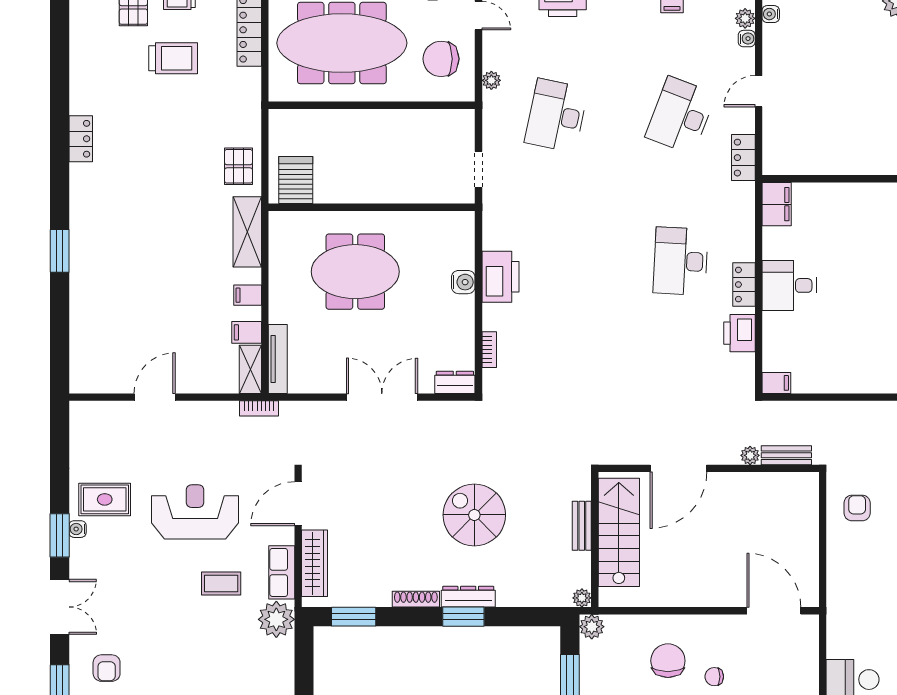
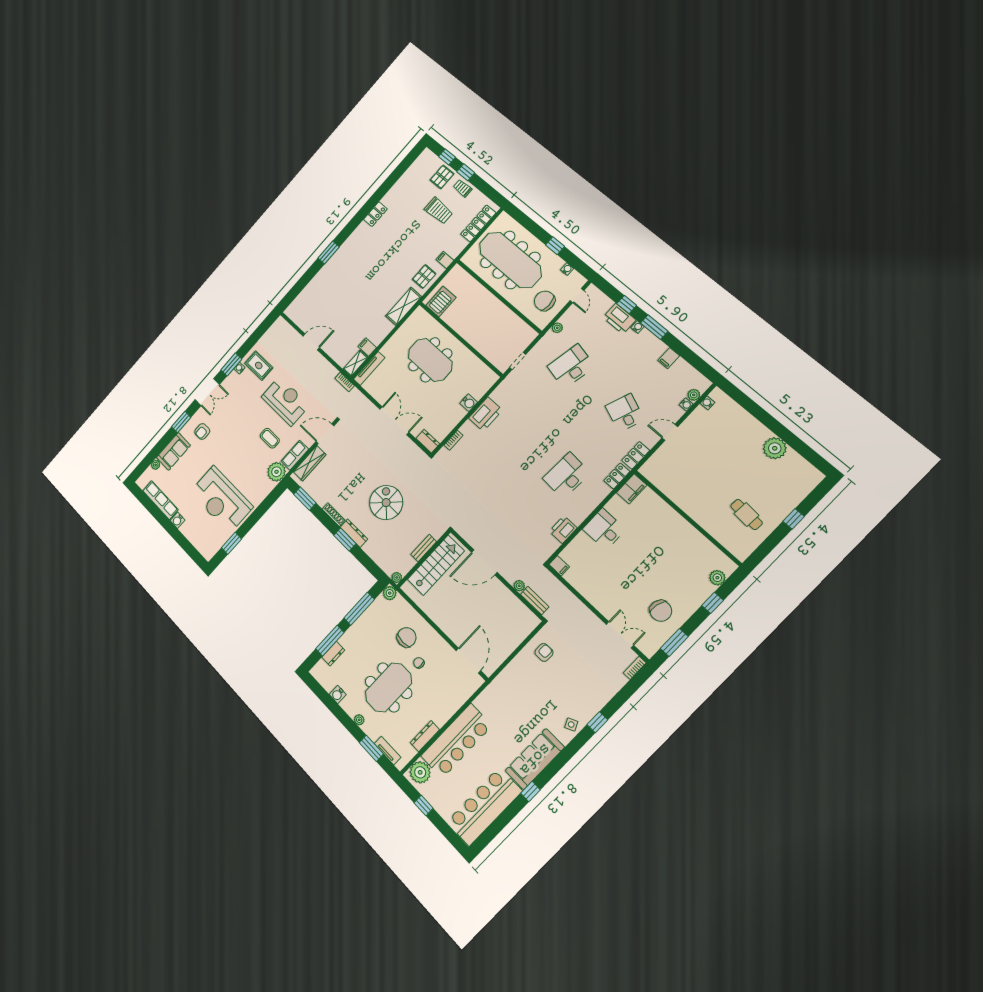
desk: (681, 115) -> (625, 413), width x0.73
locker: (744, 285) -> (617, 476), moved
filing cabinet: (248, 295) -> (445, 260), moved

